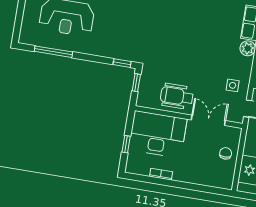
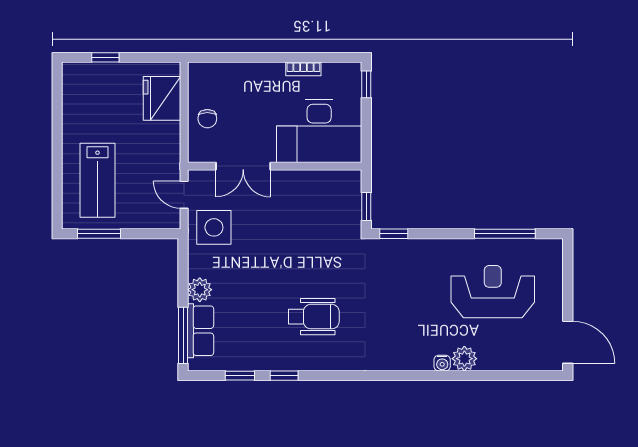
side table: (233, 85) -> (214, 227), width x1.87, depth x1.87
wheelchair: (177, 96) -> (314, 317), moved
window: (126, 144) -> (366, 84), moved

